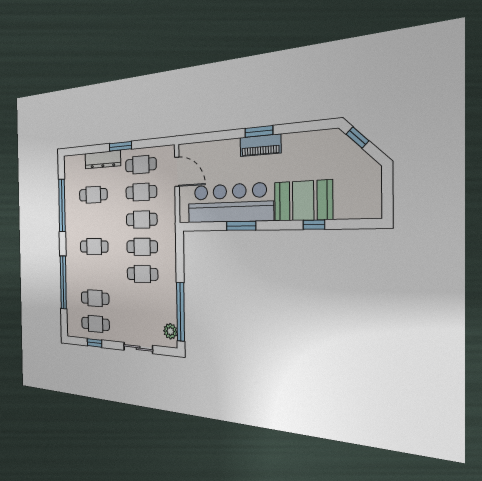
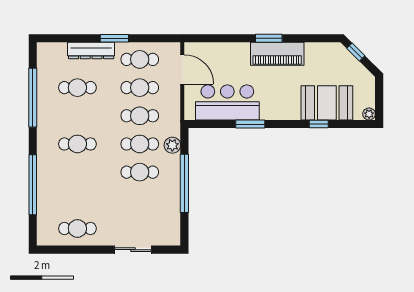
piano: (260, 145) -> (277, 54), width x1.37, depth x1.33
booth: (303, 201) -> (327, 103), moved
bar counter: (230, 203) -> (227, 102), width x0.73
plant: (374, 211) -> (369, 114), added
cafe table: (95, 298) -> (77, 200), removed
window: (181, 312) -> (184, 183), moved
plant: (170, 331) -> (172, 145), moved
window: (95, 343) -> (76, 250), removed

